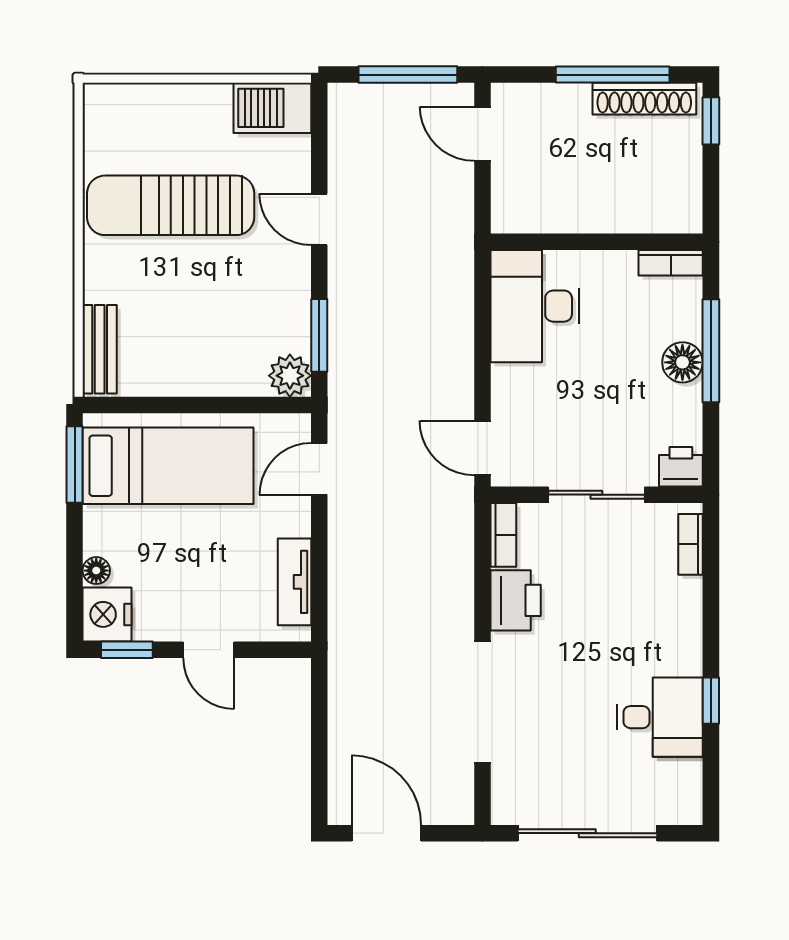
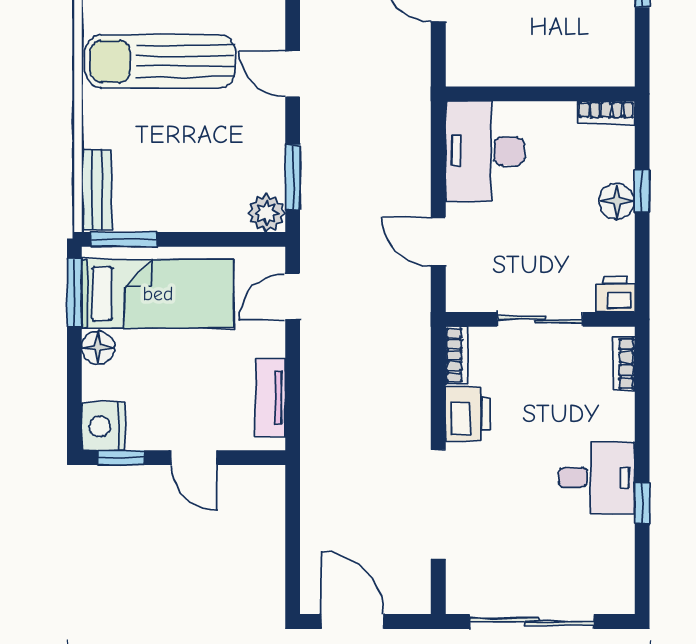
window: (711, 351) -> (642, 191), width x0.46
window: (130, 405) -> (124, 239), added
door: (482, 448) -> (438, 241), moved
floor lamp: (96, 571) -> (98, 347), moved, width x1.37, depth x1.37
desk: (660, 717) -> (596, 477), moved

